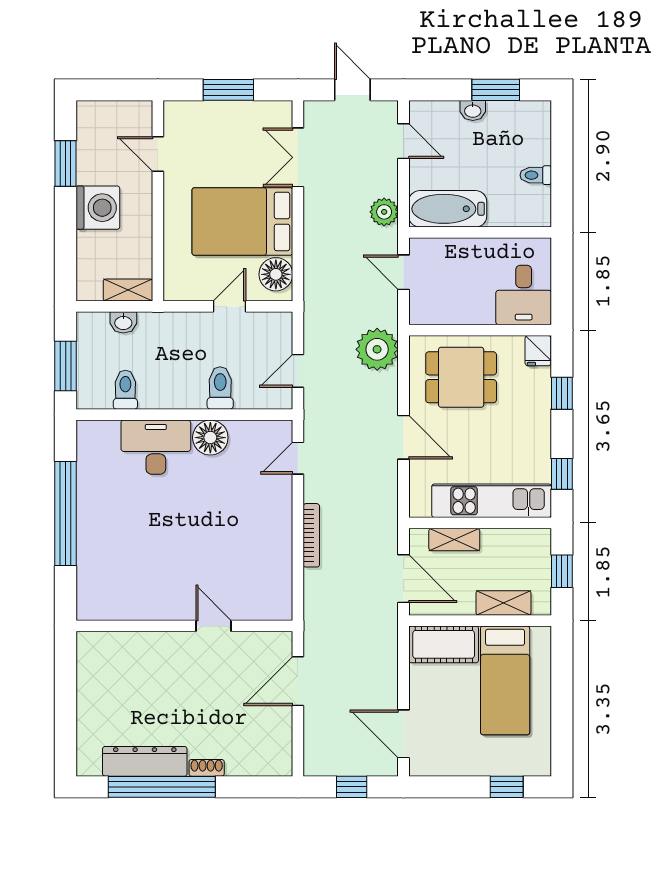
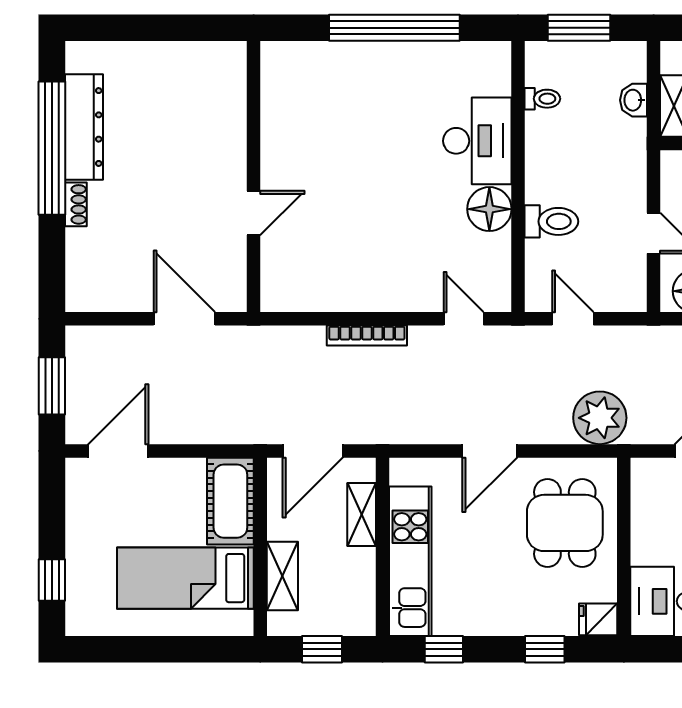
toilet: (125, 390) -> (542, 99), width x0.73, depth x0.72
window: (352, 787) -> (52, 386), width x1.50

